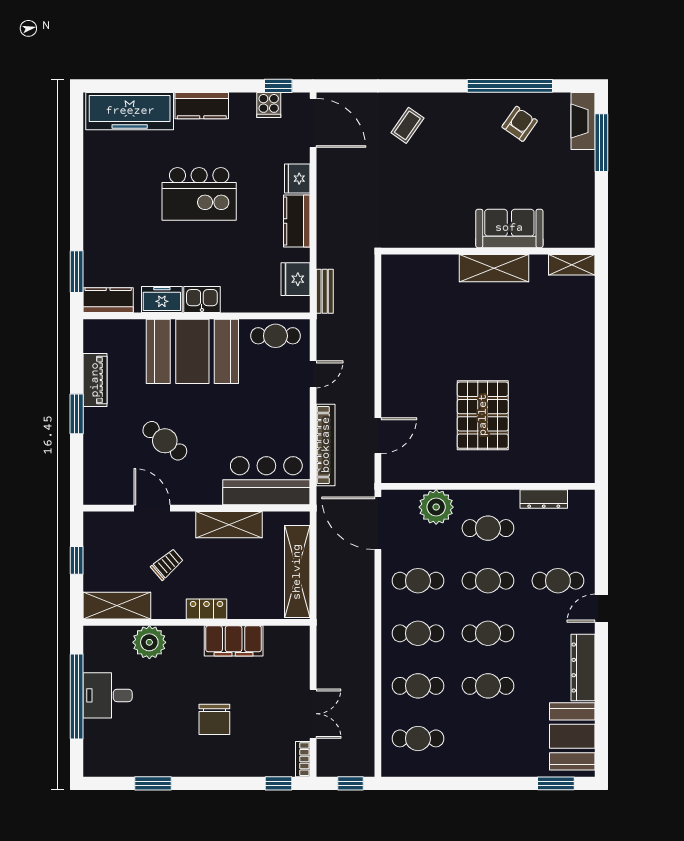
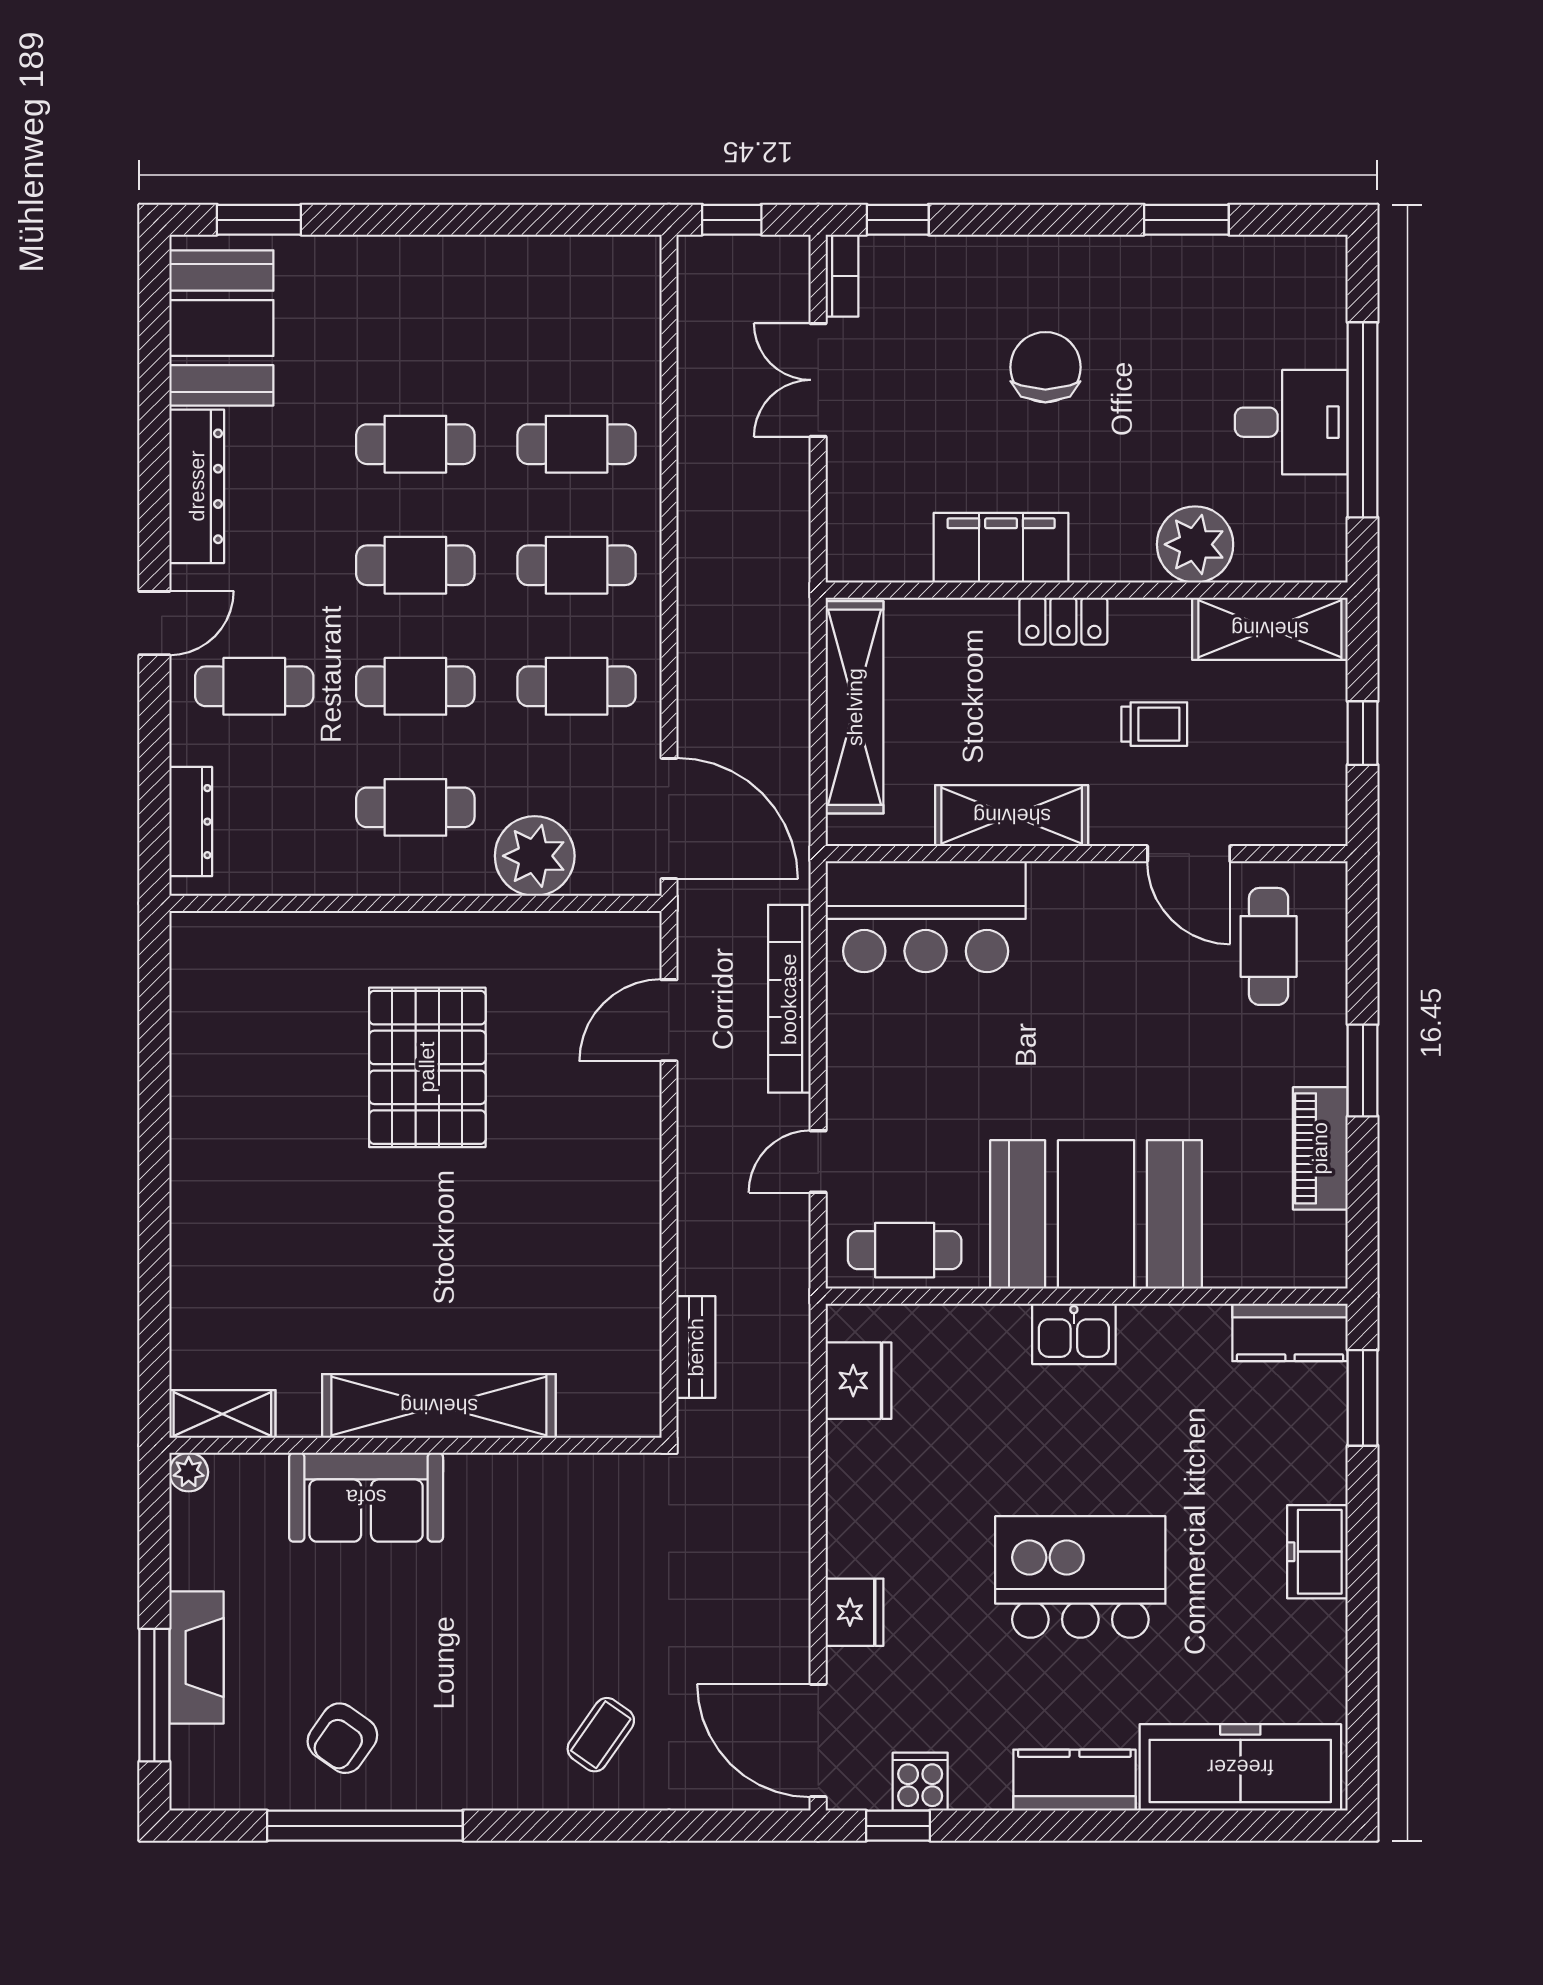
fireplace: (583, 121) -> (196, 1657), moved
kitchen counter: (297, 221) -> (856, 1514), removed
plant: (586, 239) -> (189, 1472), added
shelving: (494, 268) -> (439, 1406), width x1.47
bench: (325, 291) -> (696, 1347), moved
freezer: (162, 299) -> (1317, 1552), moved, turned 90
cafe table: (165, 441) -> (1269, 946), moved, turned 51
dresser: (544, 499) -> (191, 822), moved, turned 90
trolley: (167, 564) -> (1154, 724), turned -139
cafe table: (418, 738) -> (577, 323), removed

